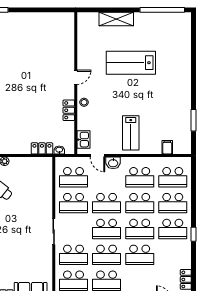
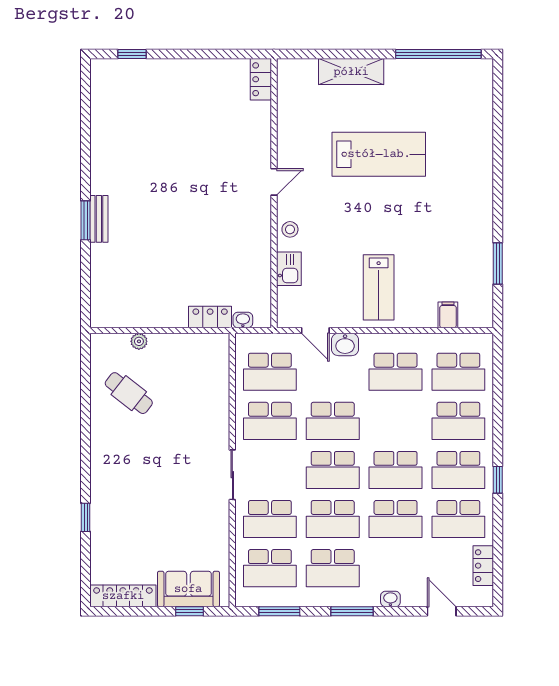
lab bench: (131, 63) -> (379, 154), turned 180
locker: (69, 110) -> (261, 79), moved
kitchen sink: (83, 140) -> (289, 269), moved
school desk: (140, 203) -> (458, 519), moved

